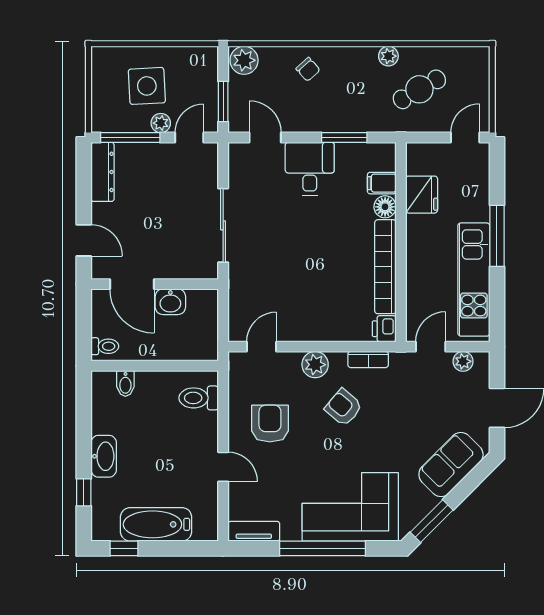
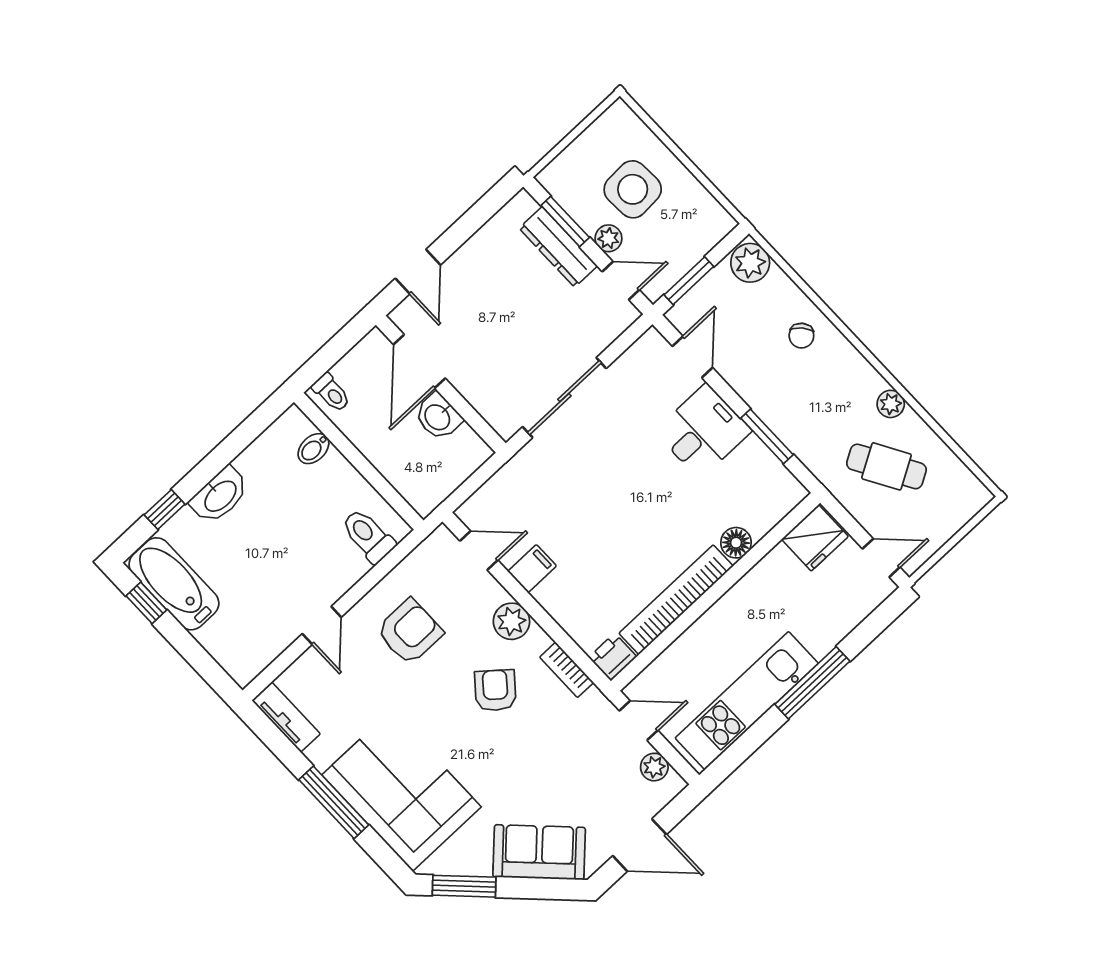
window: (130, 138) -> (565, 221), width x0.69
dresser: (102, 172) -> (558, 247), moved, turned 90
filing cabinet: (382, 183) -> (532, 569), moved, turned 90
fridge: (422, 195) -> (815, 538), moved
bathtub: (156, 524) -> (174, 584), moved
window: (323, 548) -> (334, 802), width x0.68

